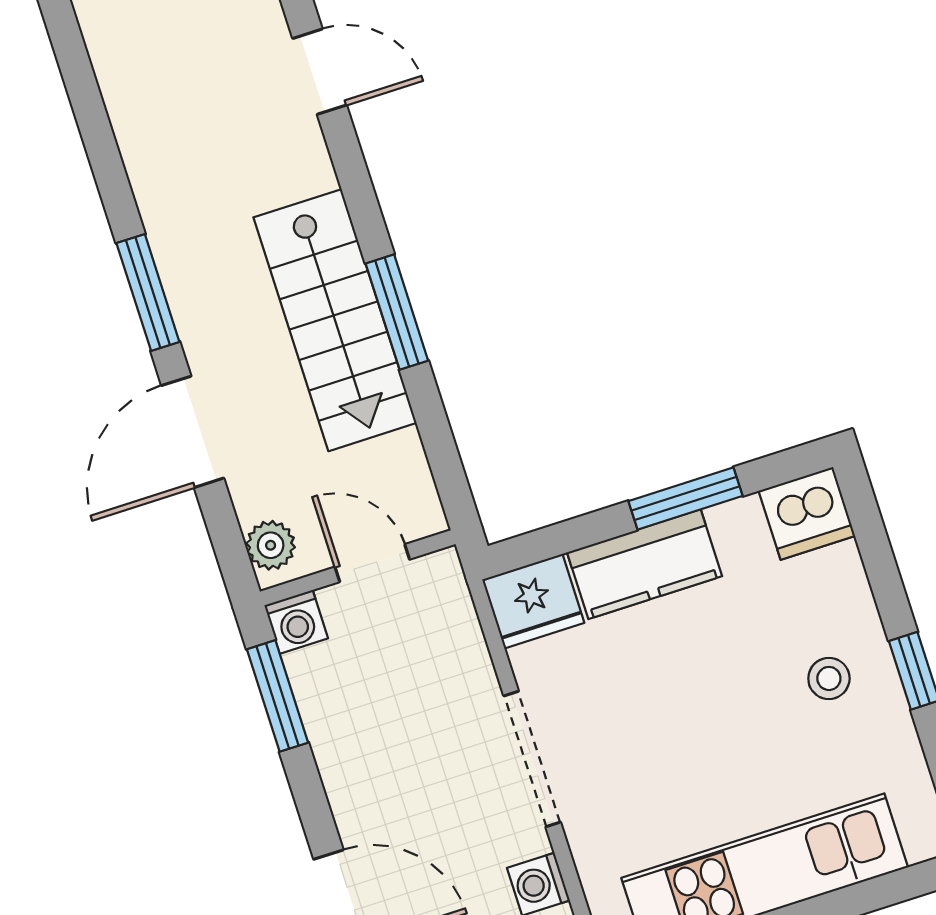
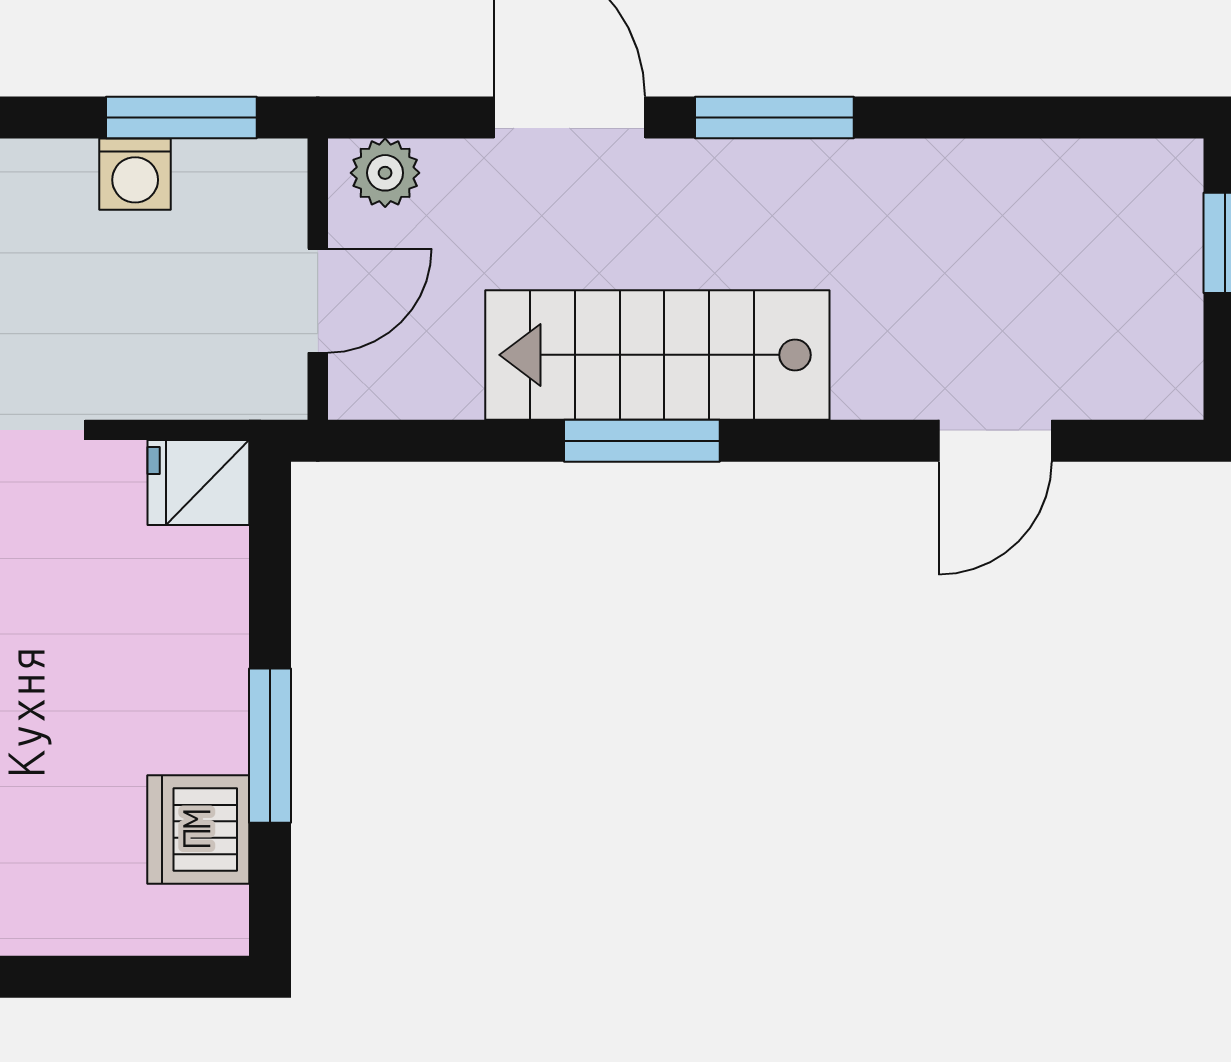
dishwasher: (807, 513) -> (198, 830), moved
kitchen counter: (645, 564) -> (200, 663), removed
fridge: (533, 601) -> (198, 483), width x0.72
washing machine: (296, 622) -> (135, 174), moved, turned -90

